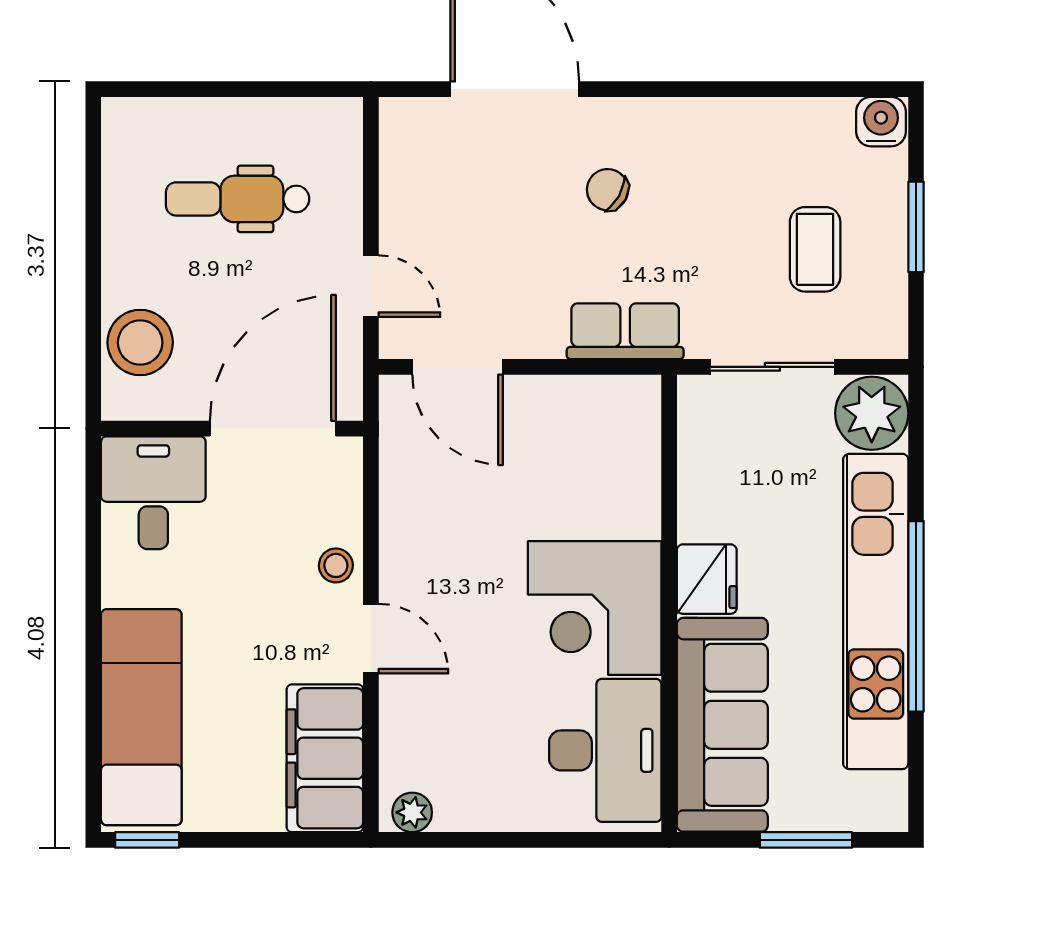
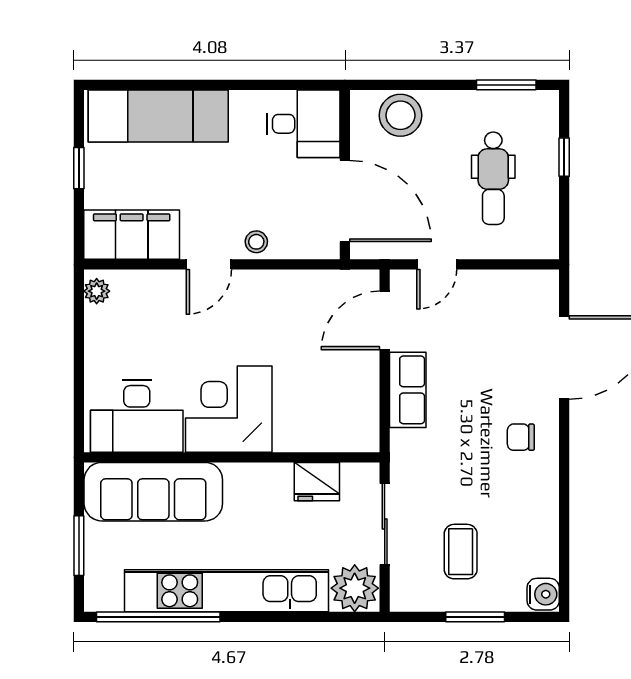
window: (205, 89) -> (564, 157), added
window: (93, 179) -> (506, 85), added
chair: (608, 190) -> (521, 437), moved, turned -119
dental chair: (238, 199) -> (493, 178), turned 180
coffee table: (815, 249) -> (461, 552), turned 90
row of seats: (625, 331) -> (408, 390), moved
fridge: (707, 579) -> (317, 482), moved
window: (916, 616) -> (158, 617), moved
window: (147, 840) -> (79, 168), moved

